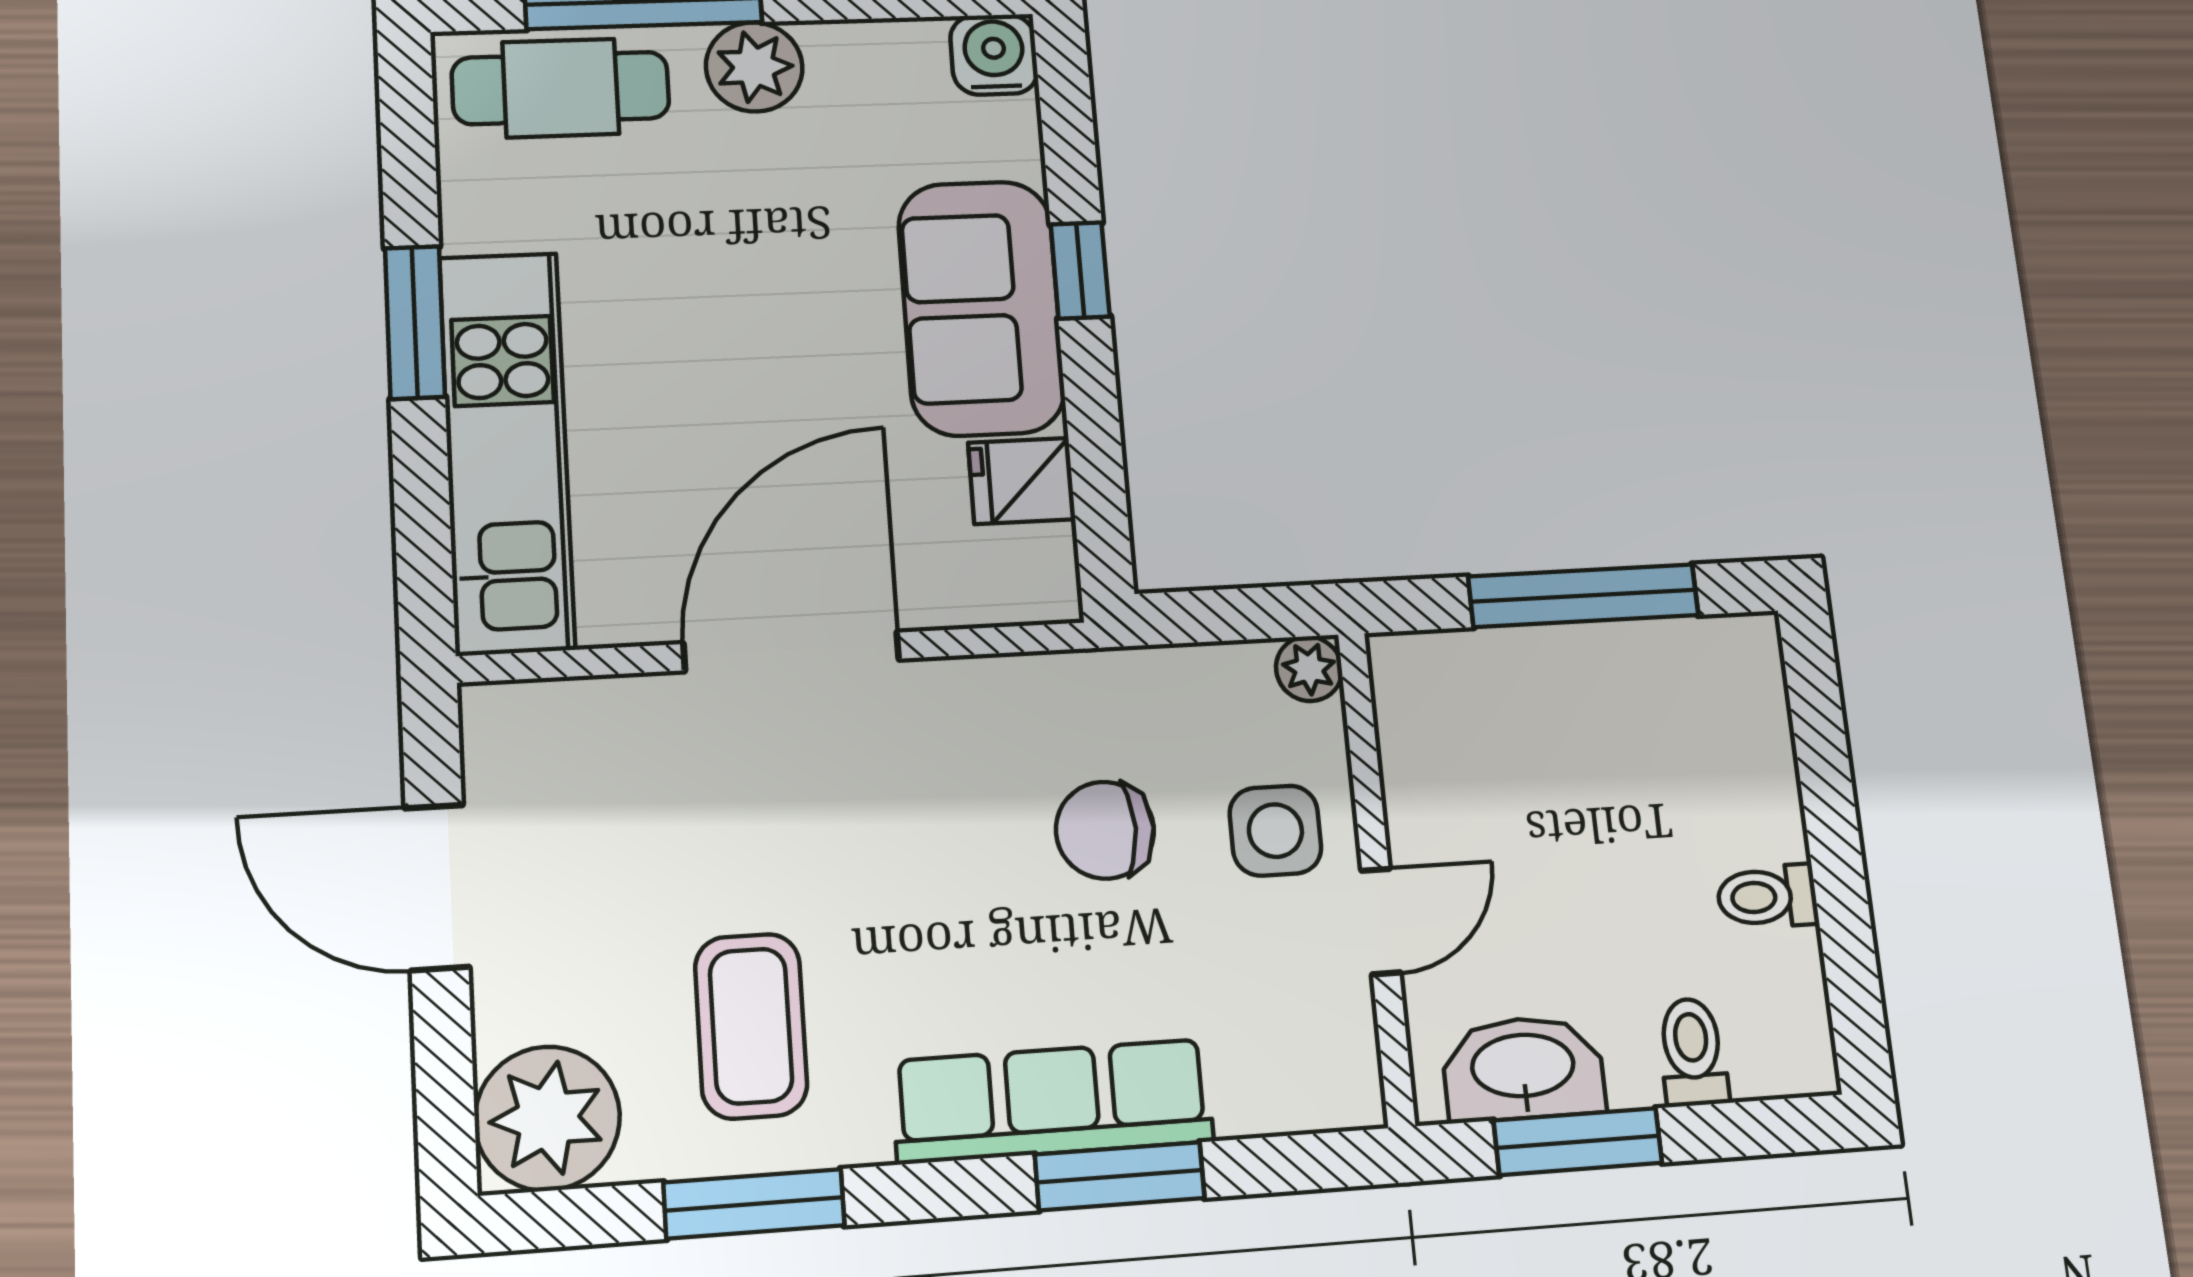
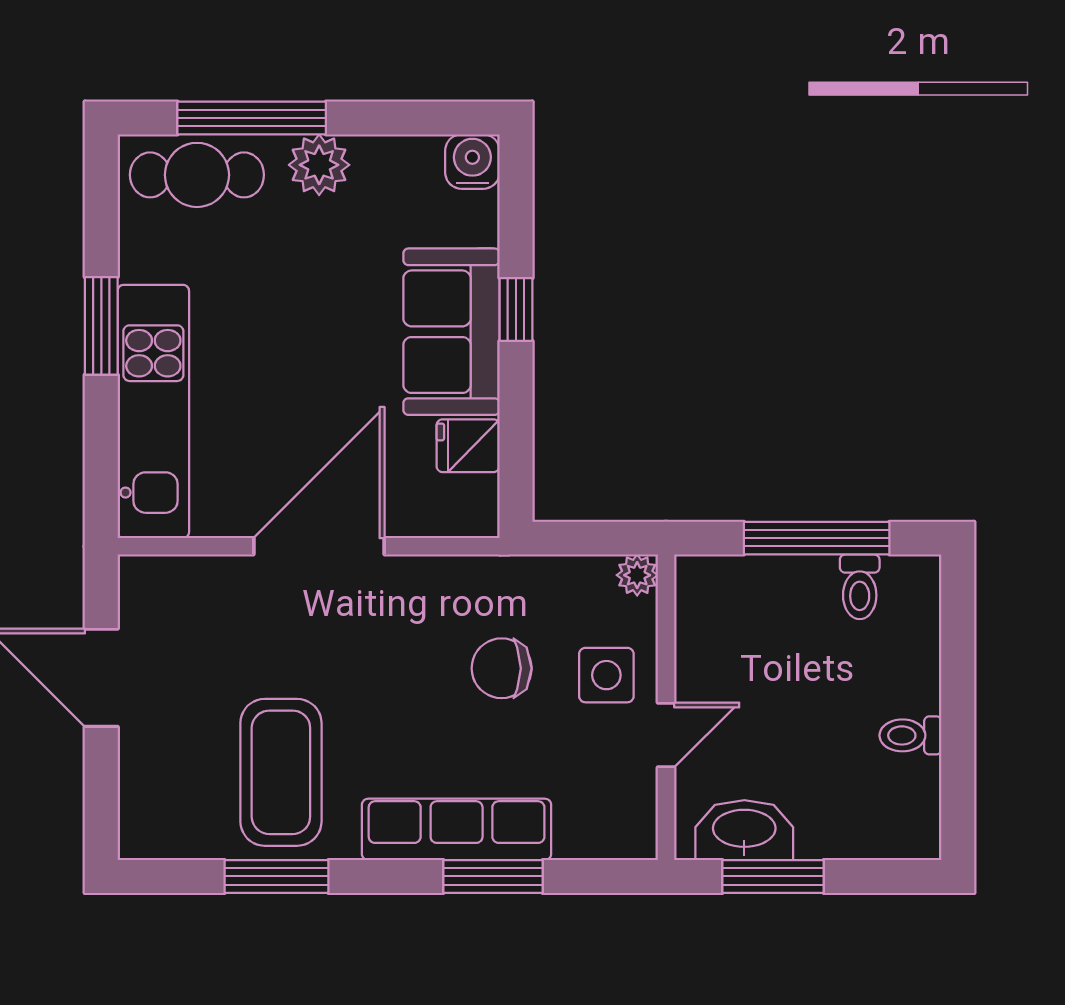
coffee table: (751, 1026) -> (281, 772), width x1.36, depth x1.32
toilet: (1692, 1052) -> (860, 587), moved, turned 180
plant: (547, 1118) -> (160, 818), removed

